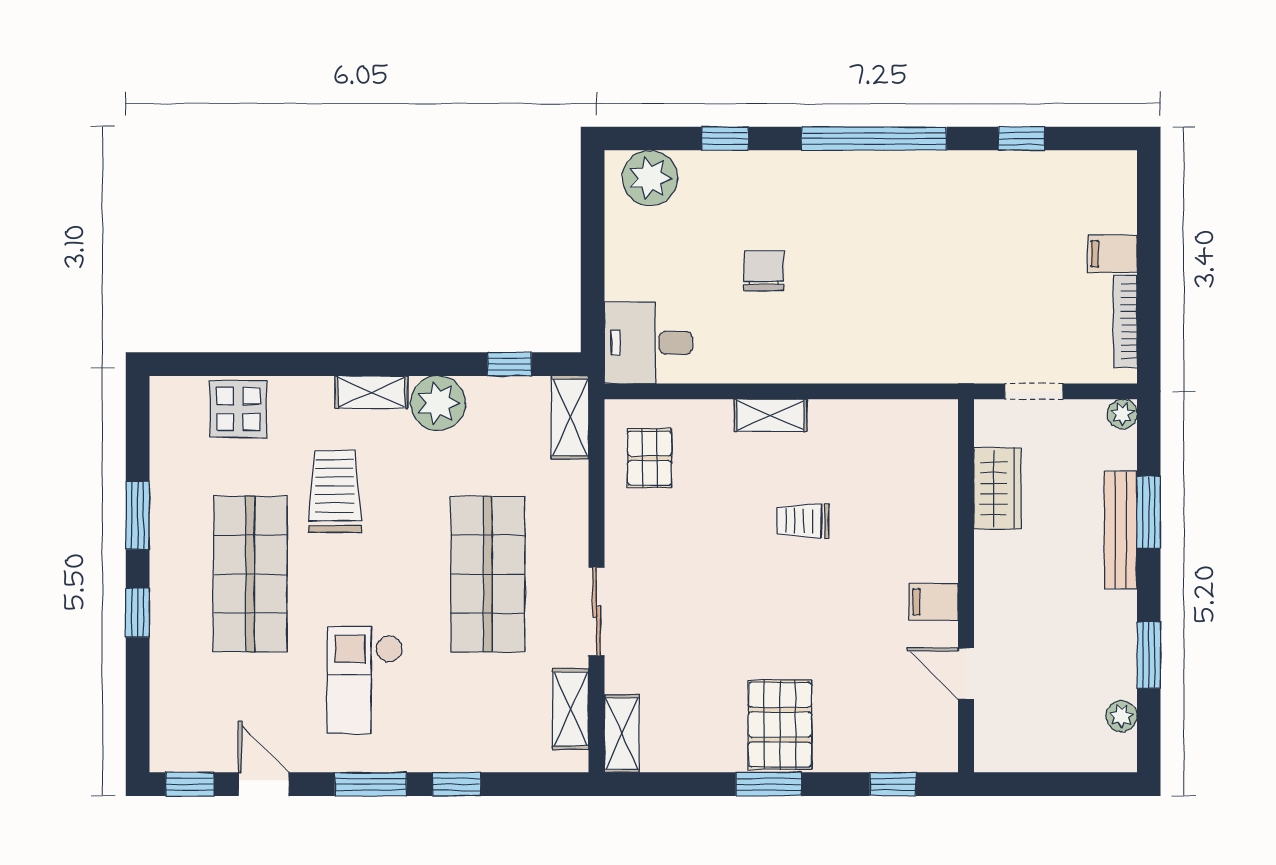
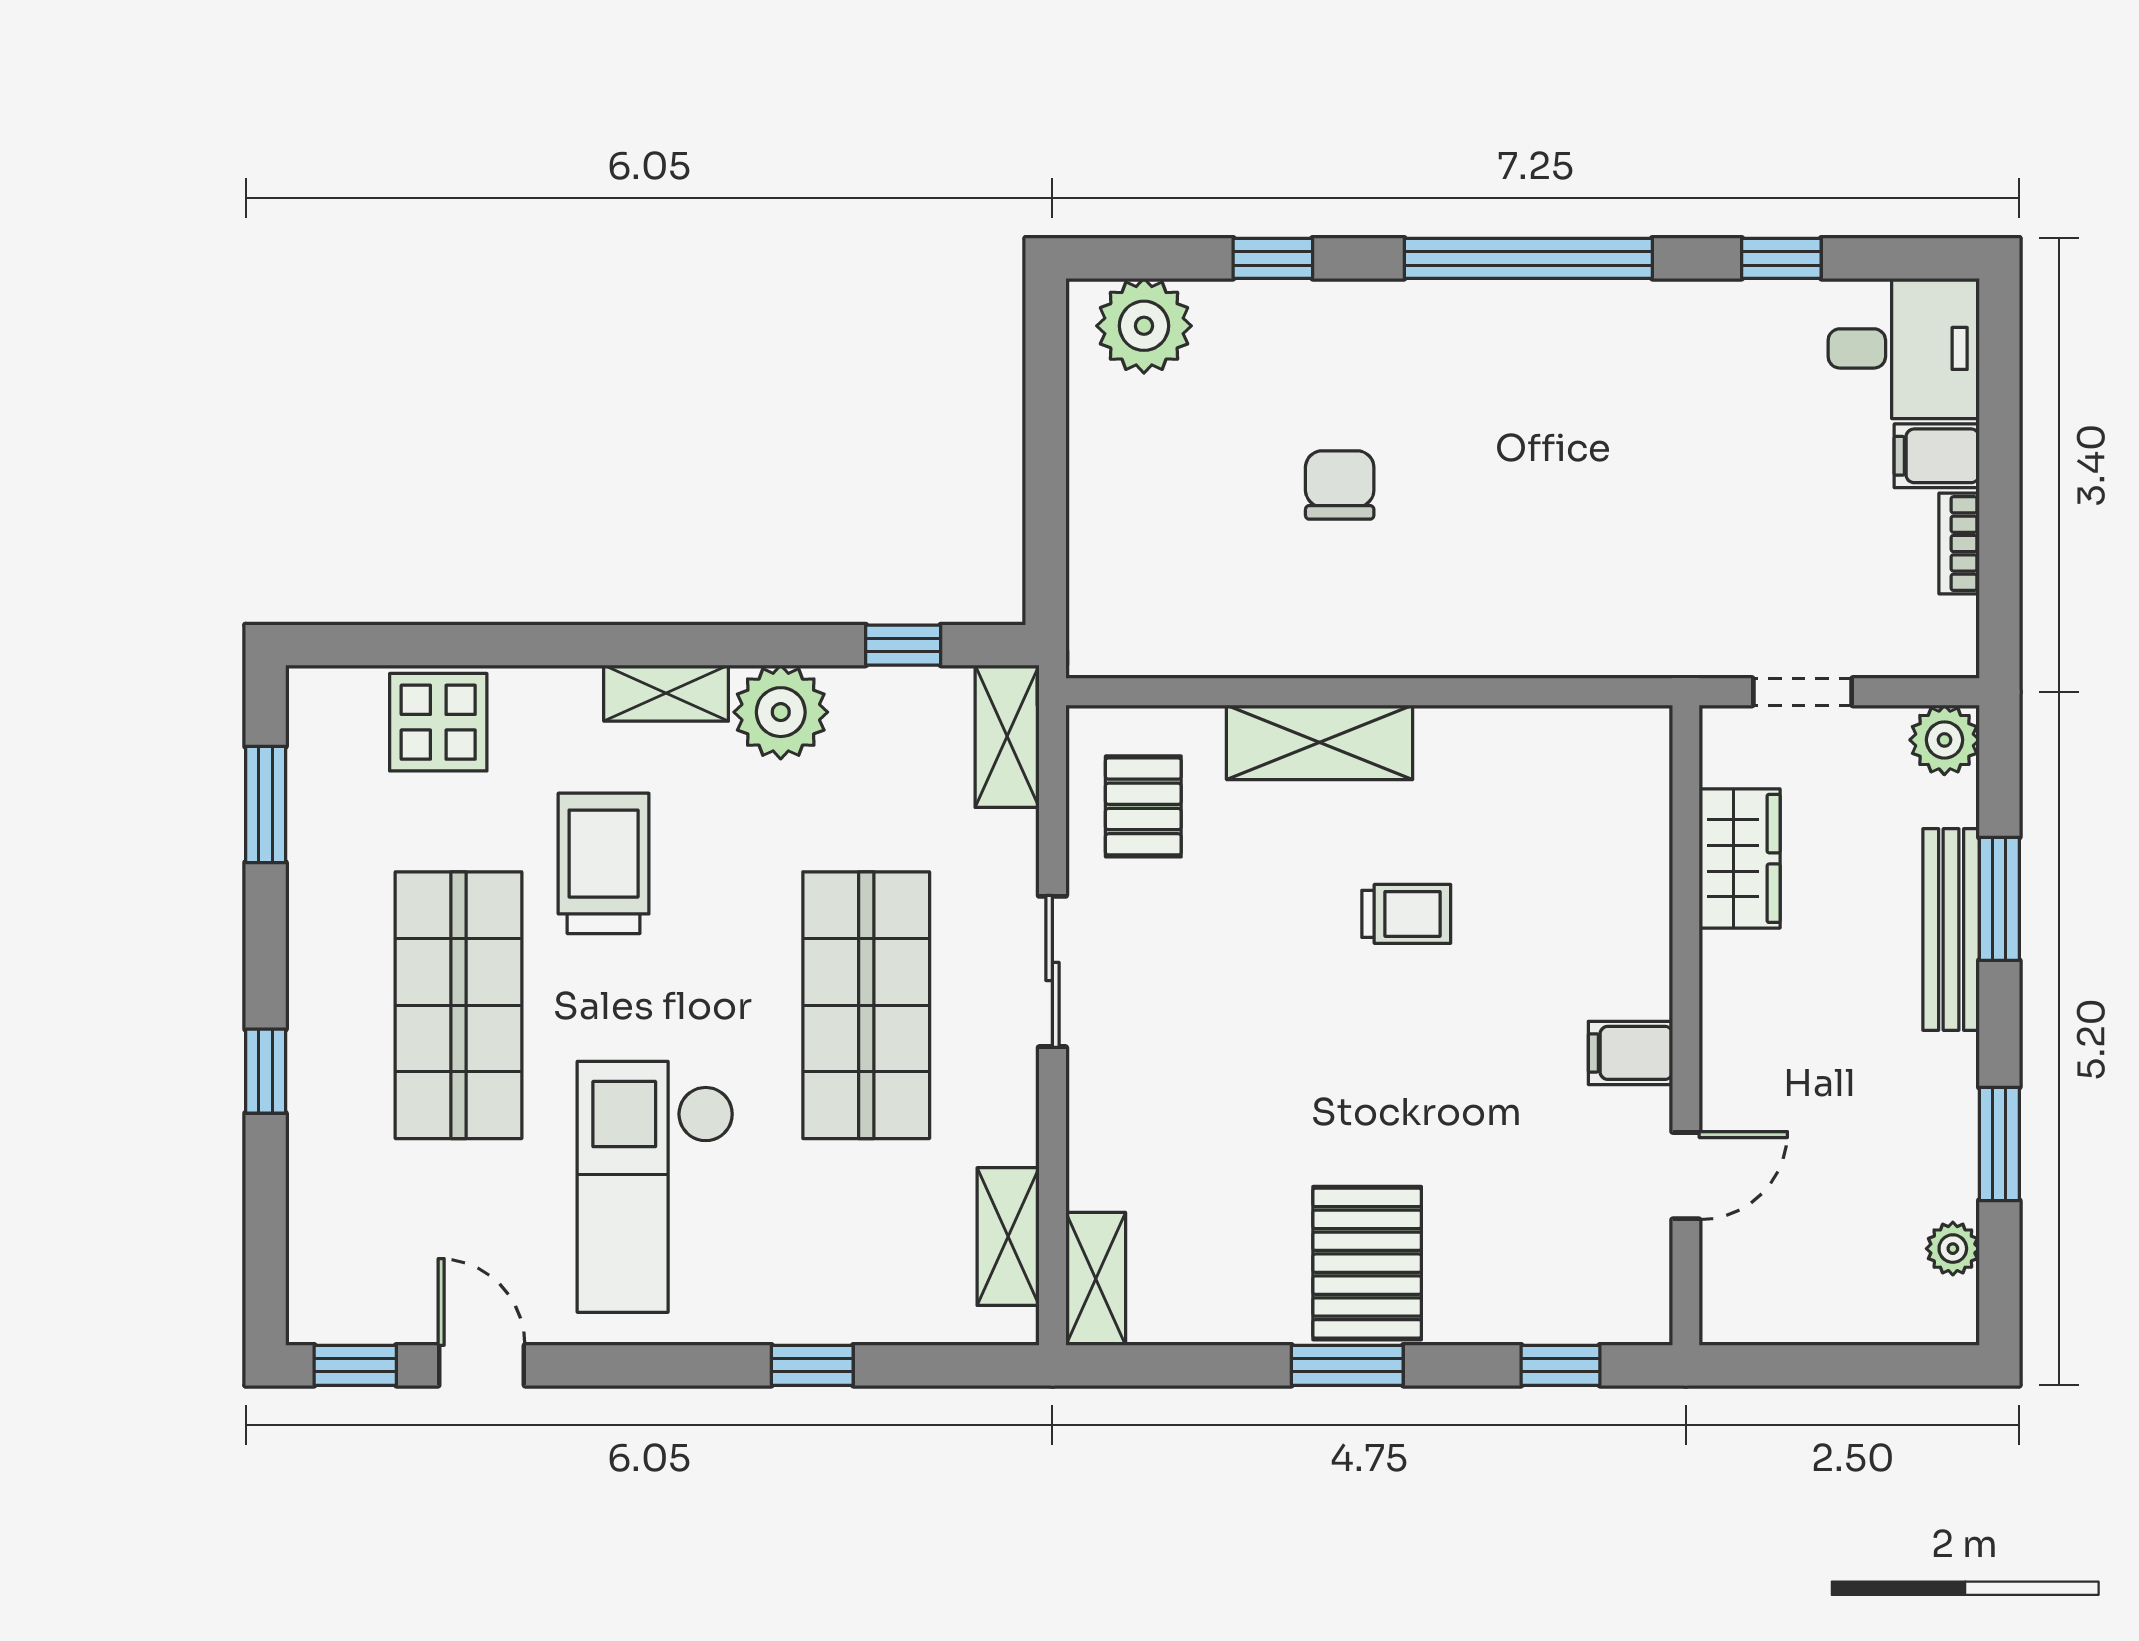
bookcase: (1125, 321) -> (1959, 544), width x0.64
desk: (648, 343) -> (1904, 348), moved, turned 180
plant: (1122, 414) -> (1944, 740), width x1.38, depth x1.38
shelving: (770, 415) -> (1320, 742), width x1.50, depth x1.33
window: (138, 515) -> (266, 805), moved
trolley: (803, 521) -> (1406, 914), turned 180
sliding door: (597, 611) -> (1052, 971), moved
door: (966, 674) -> (1686, 1176), swing flipped
checkout: (365, 680) -> (656, 1187), width x1.36, depth x1.21
window: (371, 784) -> (665, 1365), removed

